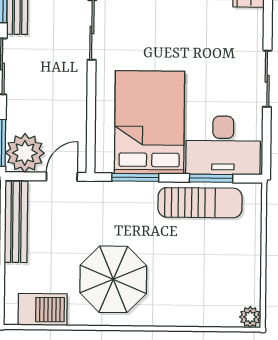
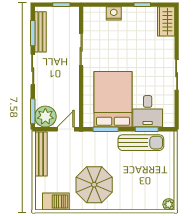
desk: (223, 145) -> (148, 111), width x0.73

